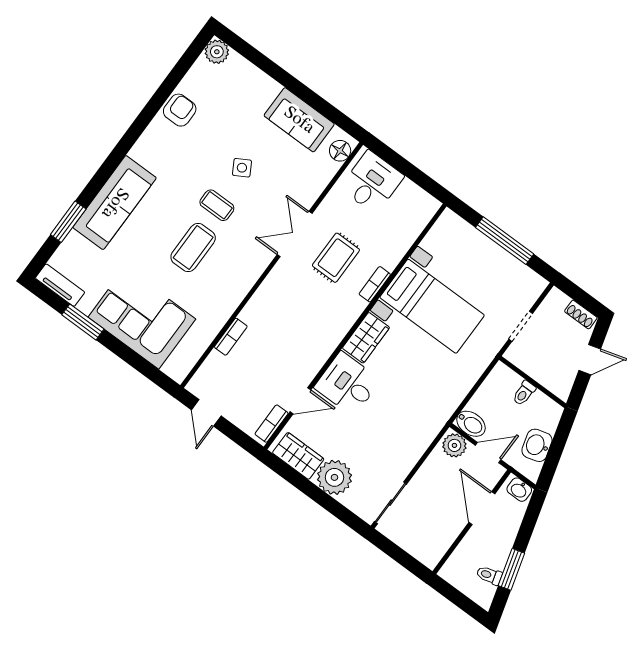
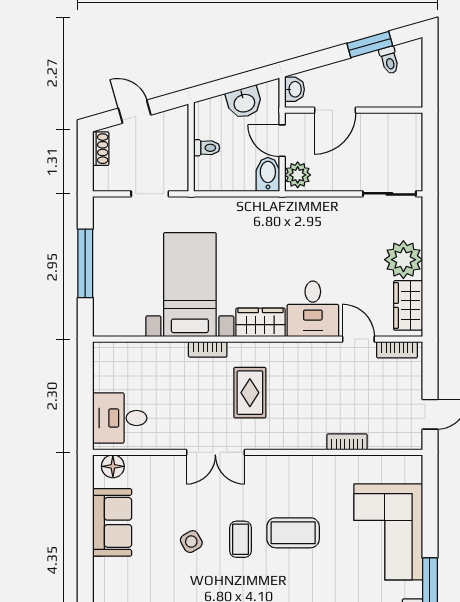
rug: (336, 258) -> (250, 393), moved, turned 90

